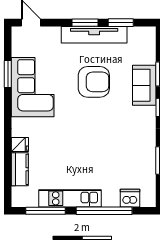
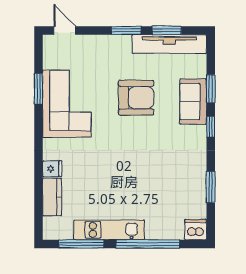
tv unit: (94, 35) -> (169, 44), moved
dishwasher: (130, 198) -> (196, 230), moved

